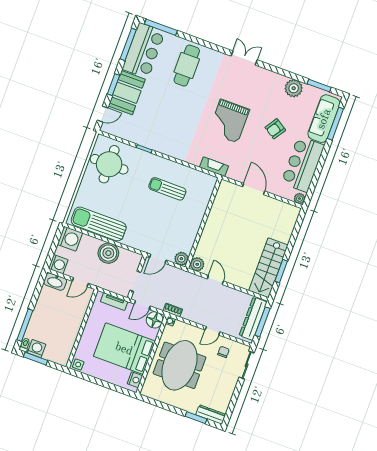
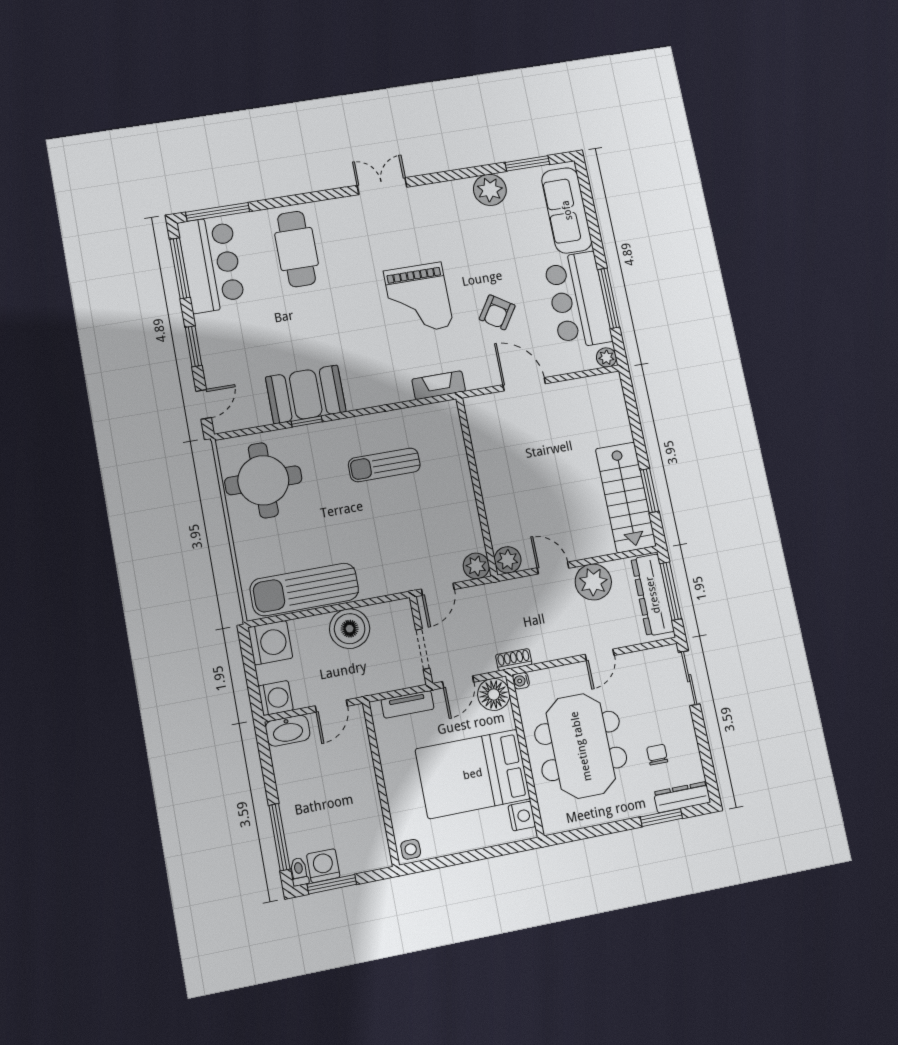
booth: (127, 93) -> (306, 394), moved, turned 90
window: (335, 124) -> (609, 298), moved
armchair: (275, 129) -> (497, 312), moved
plant: (230, 297) -> (593, 582), added
chair: (223, 352) -> (657, 755), moved

